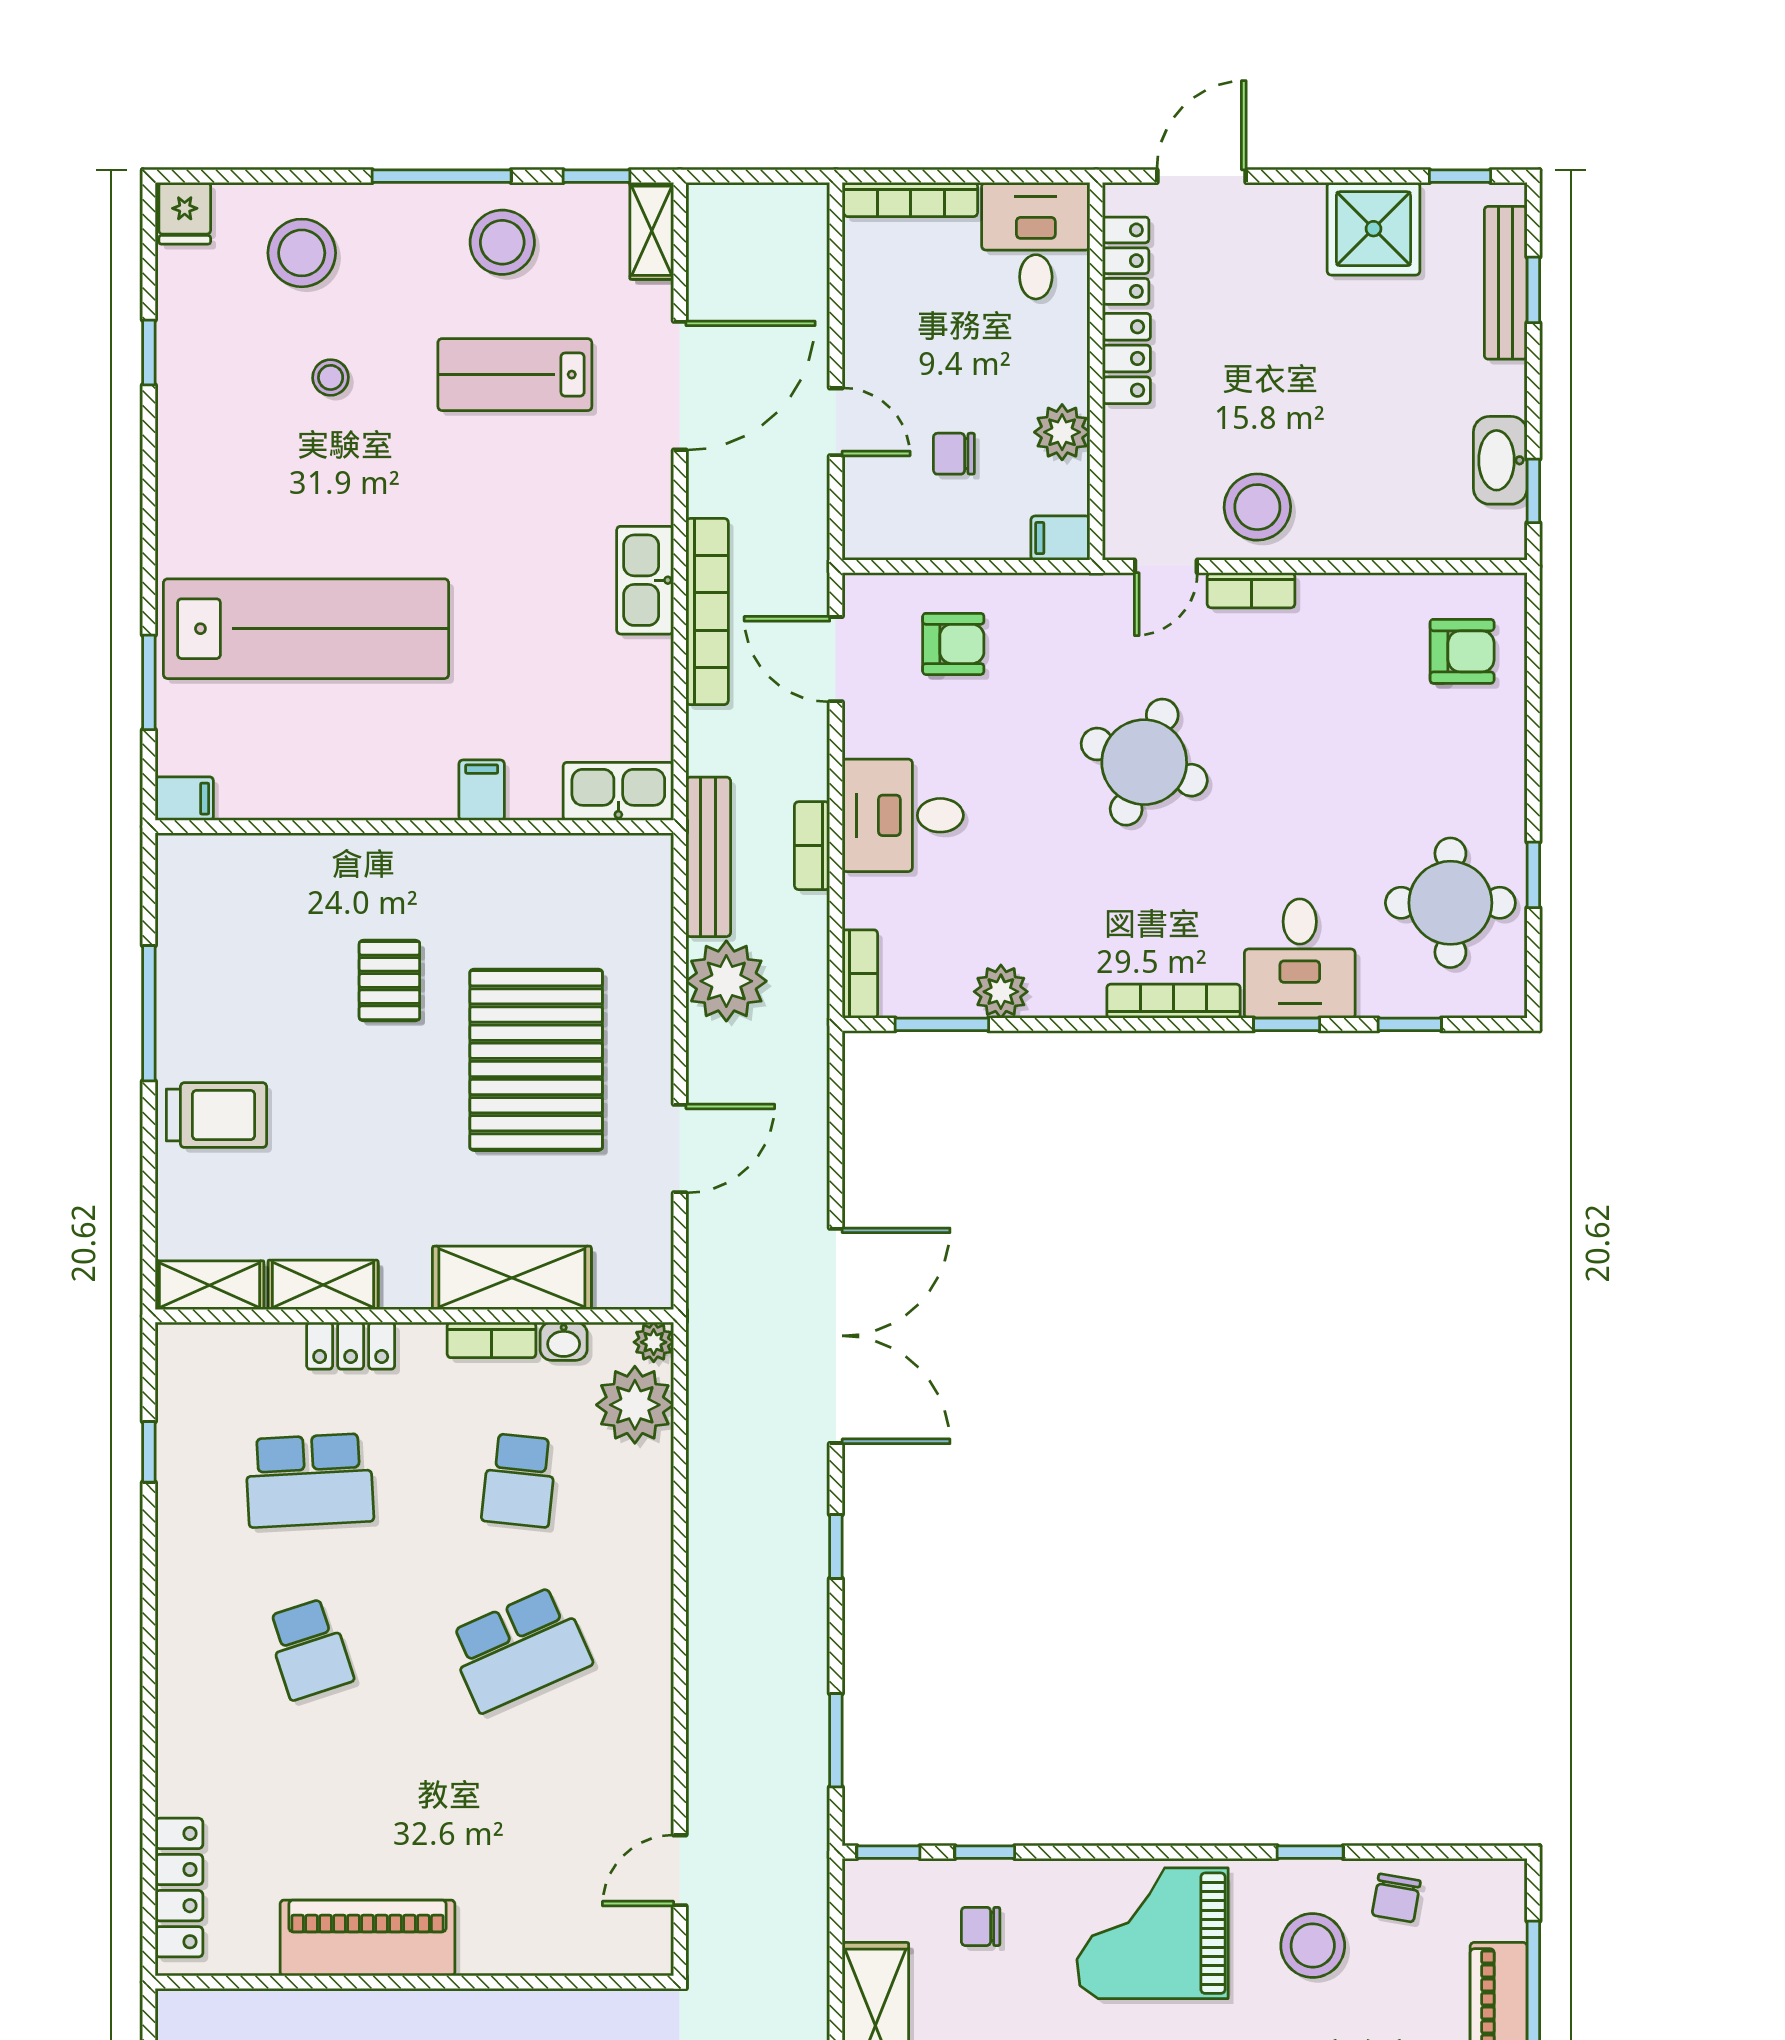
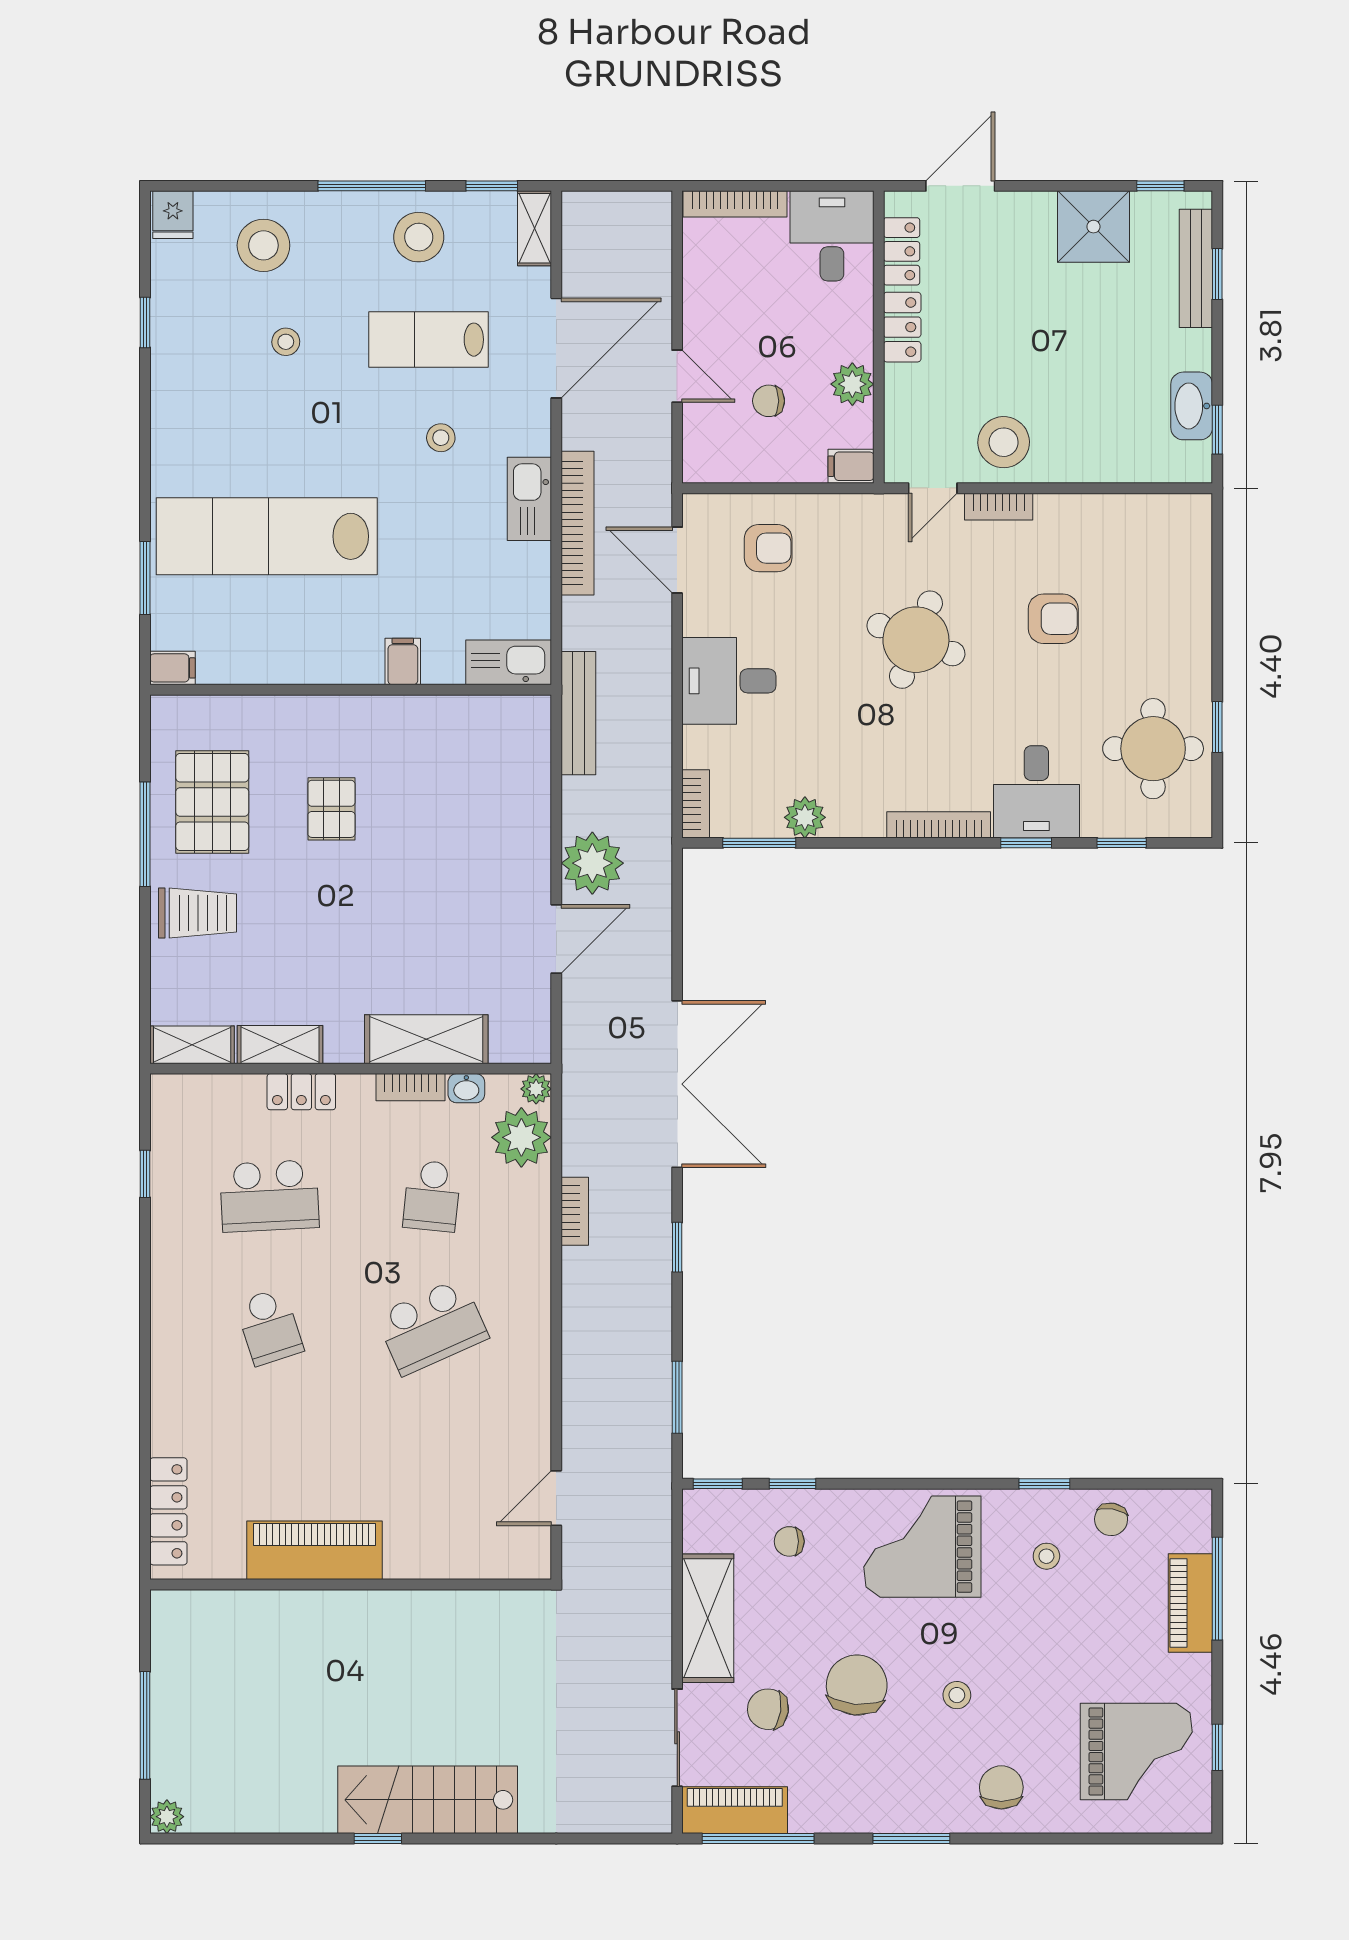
stool: (531, 501) -> (441, 438), added
lab bench: (306, 629) -> (267, 536), turned 180
armchair: (1462, 651) -> (1053, 619), moved
bookcase: (812, 846) -> (575, 1211), moved, turned 180
plant: (726, 981) -> (592, 863), moved
pallet: (536, 1060) -> (212, 802), moved, width x0.73, depth x0.71
stool: (1313, 1946) -> (1046, 1556), width x0.53, depth x0.53

